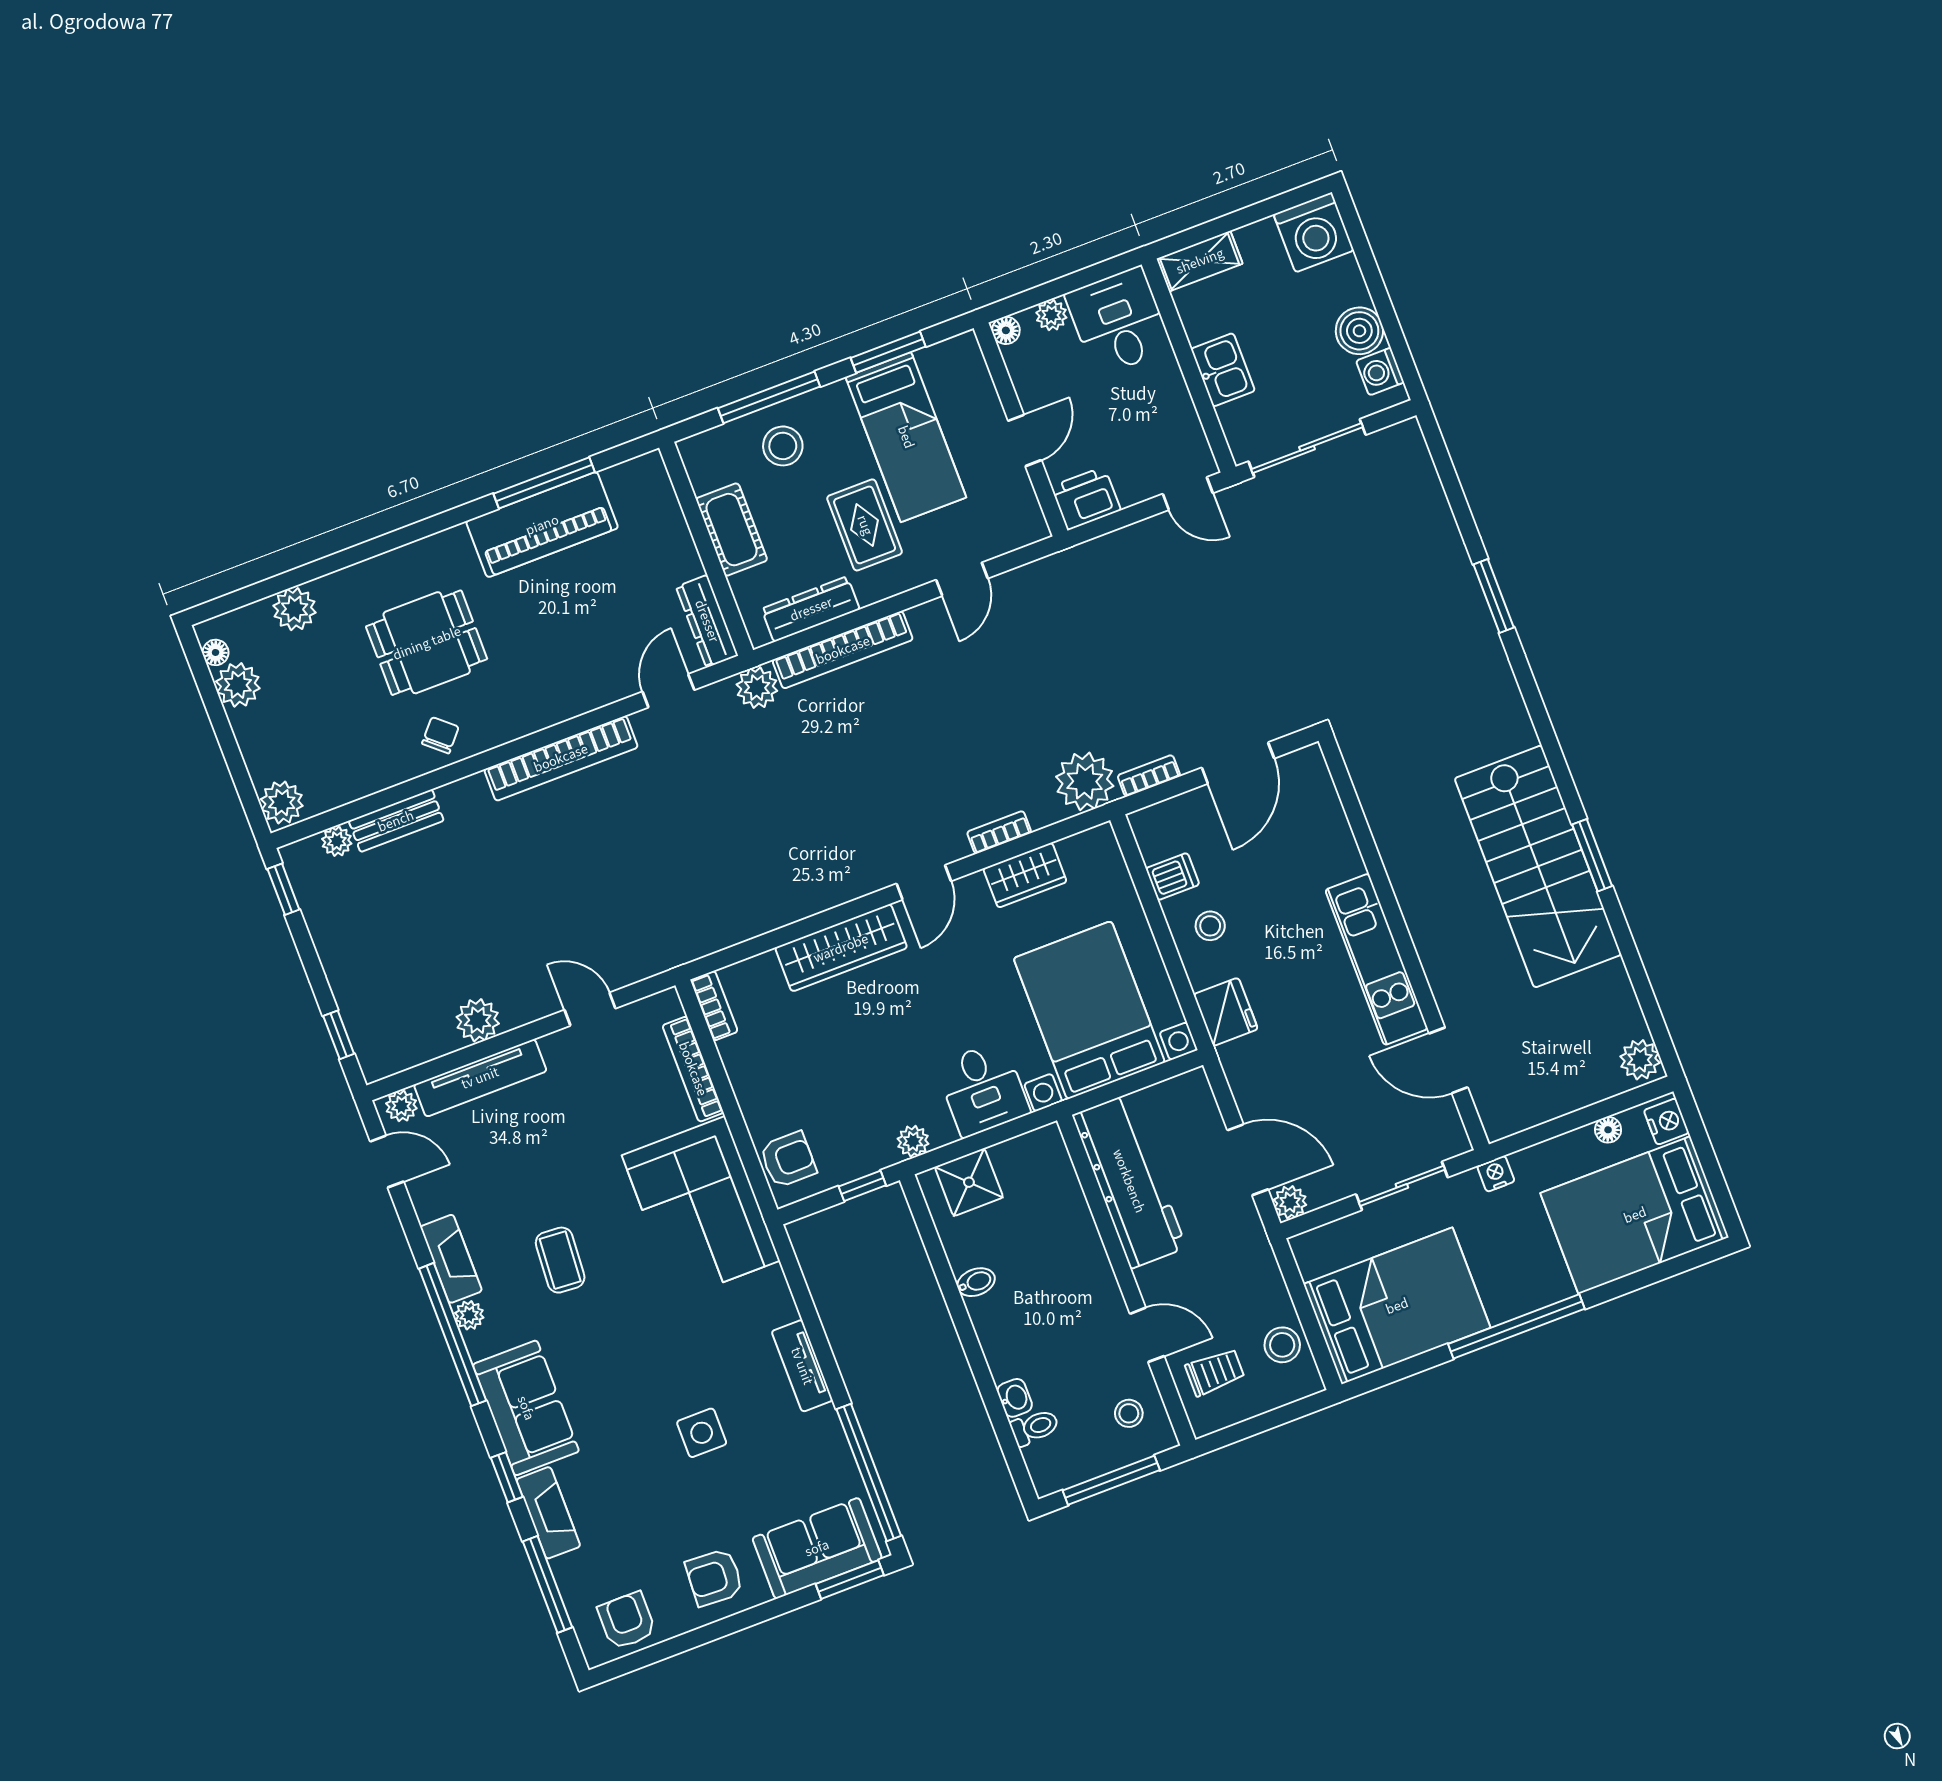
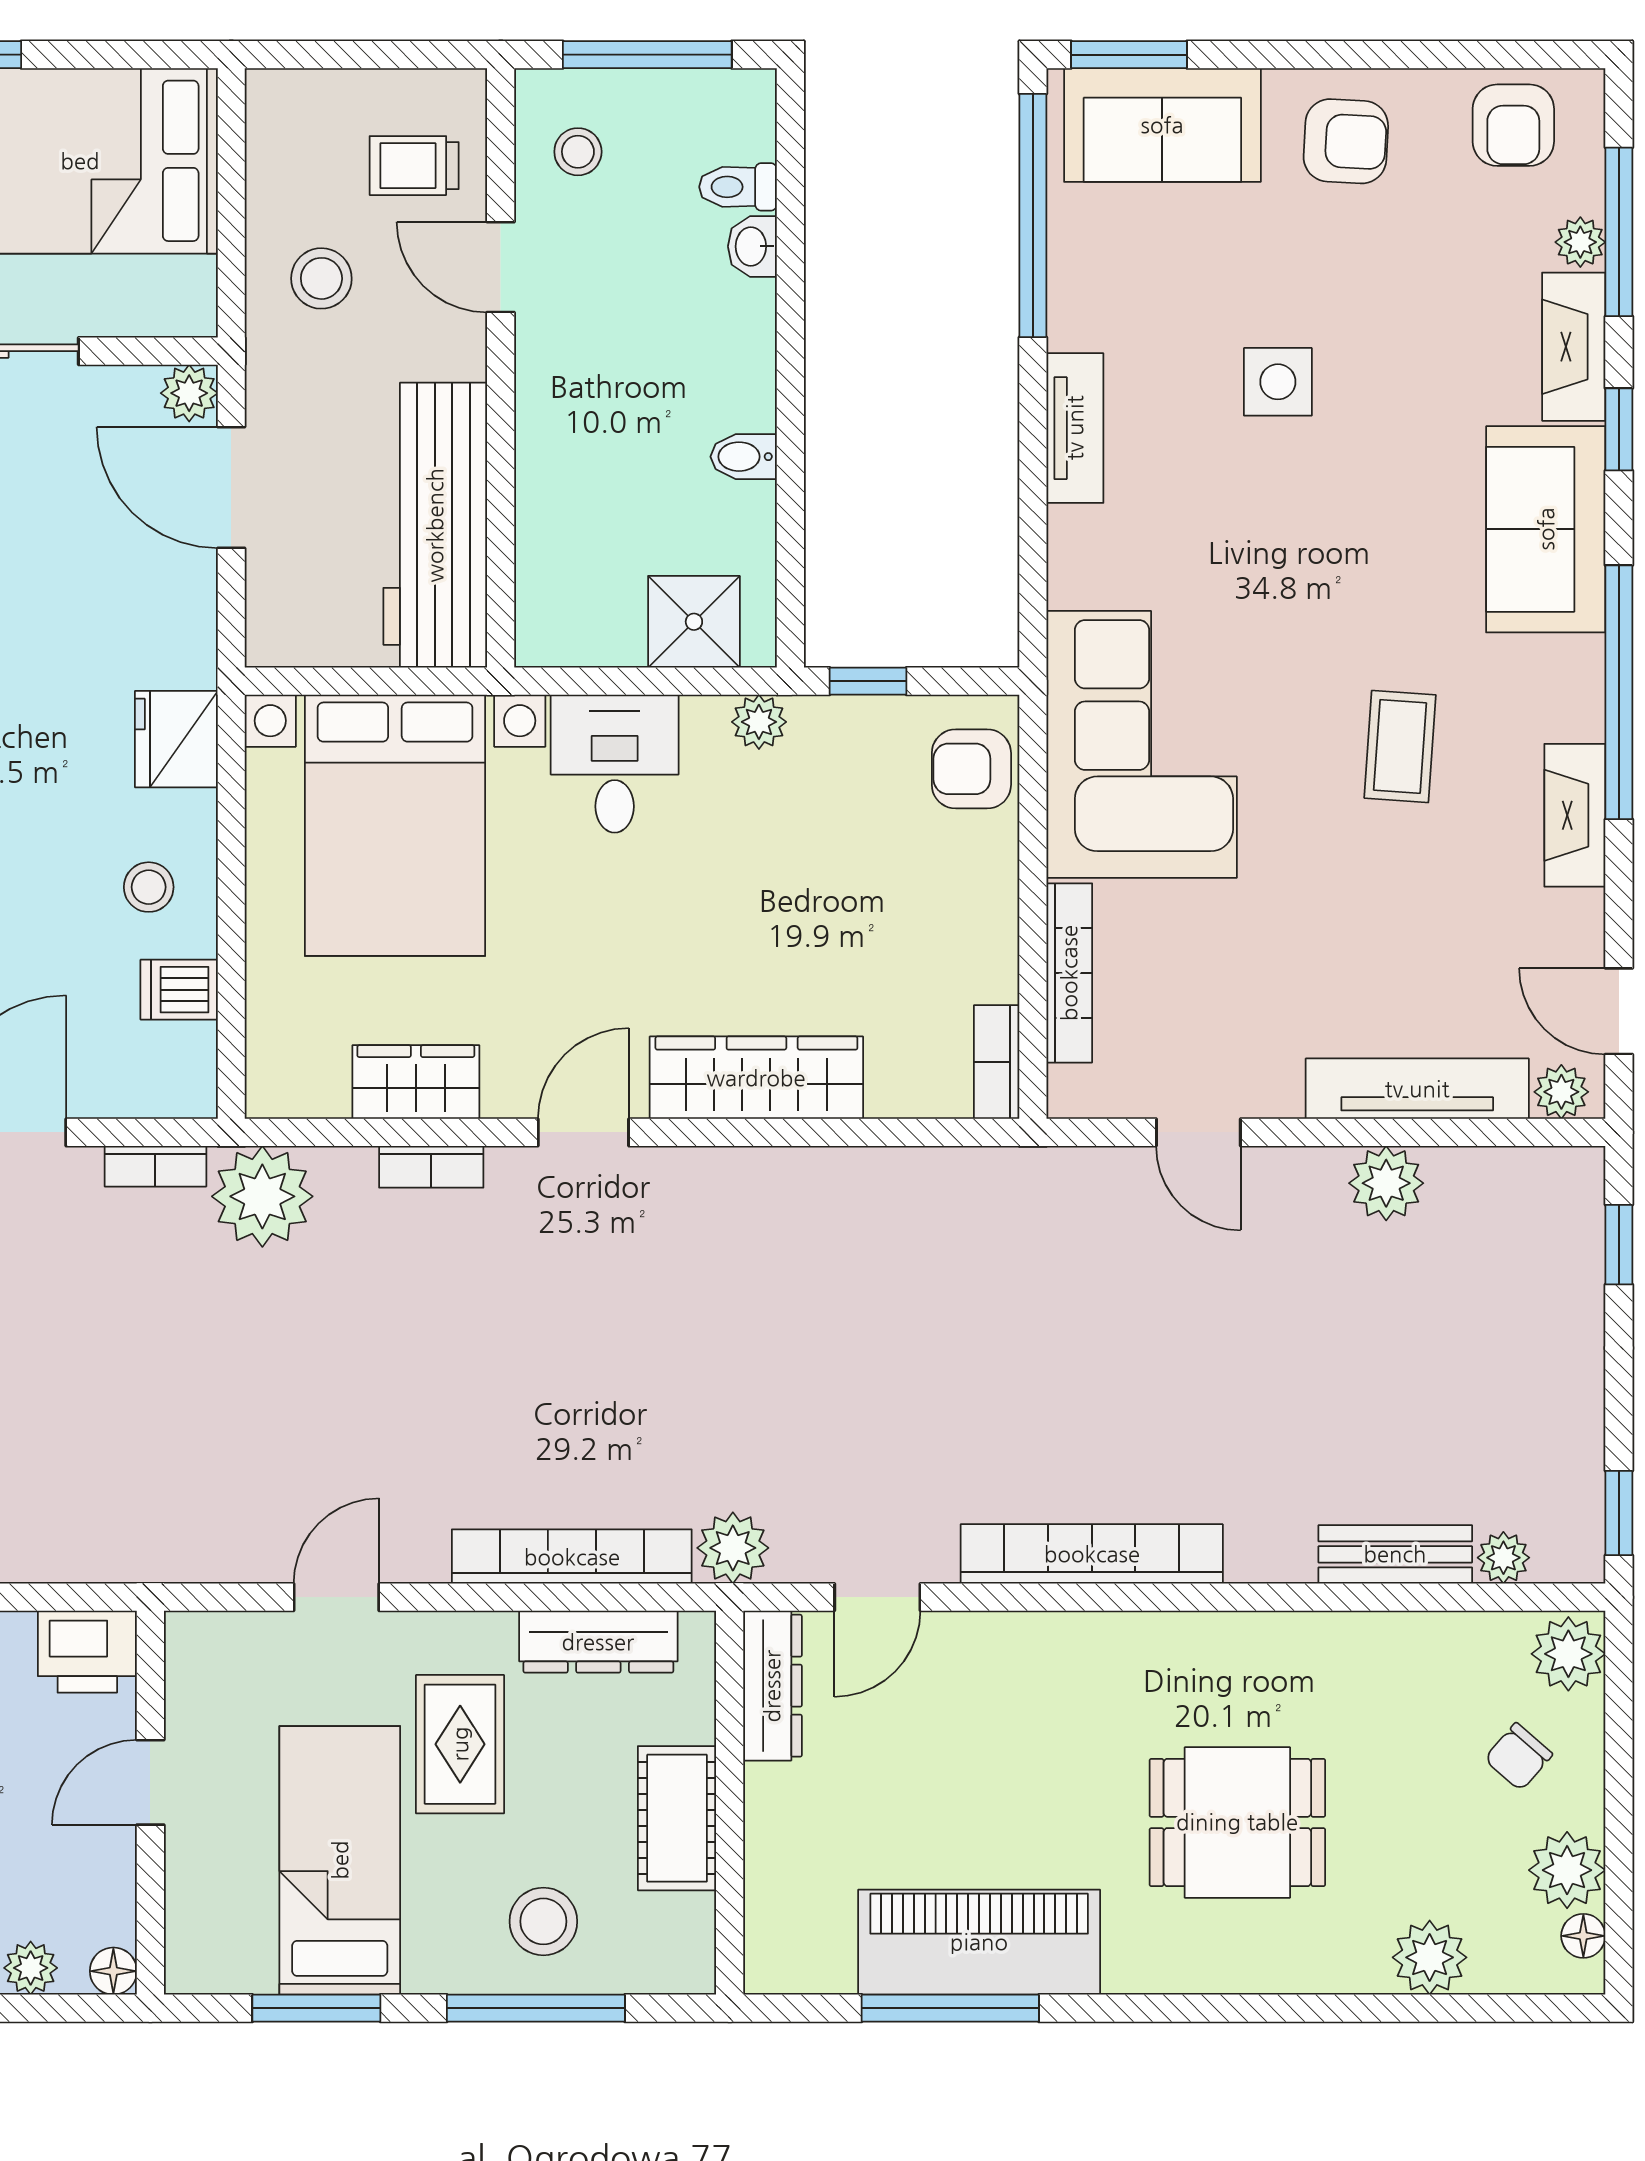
chair: (440, 735) -> (1518, 1757), moved
plant: (469, 1315) -> (1580, 242), moved
stool: (1282, 1345) -> (321, 278), moved

